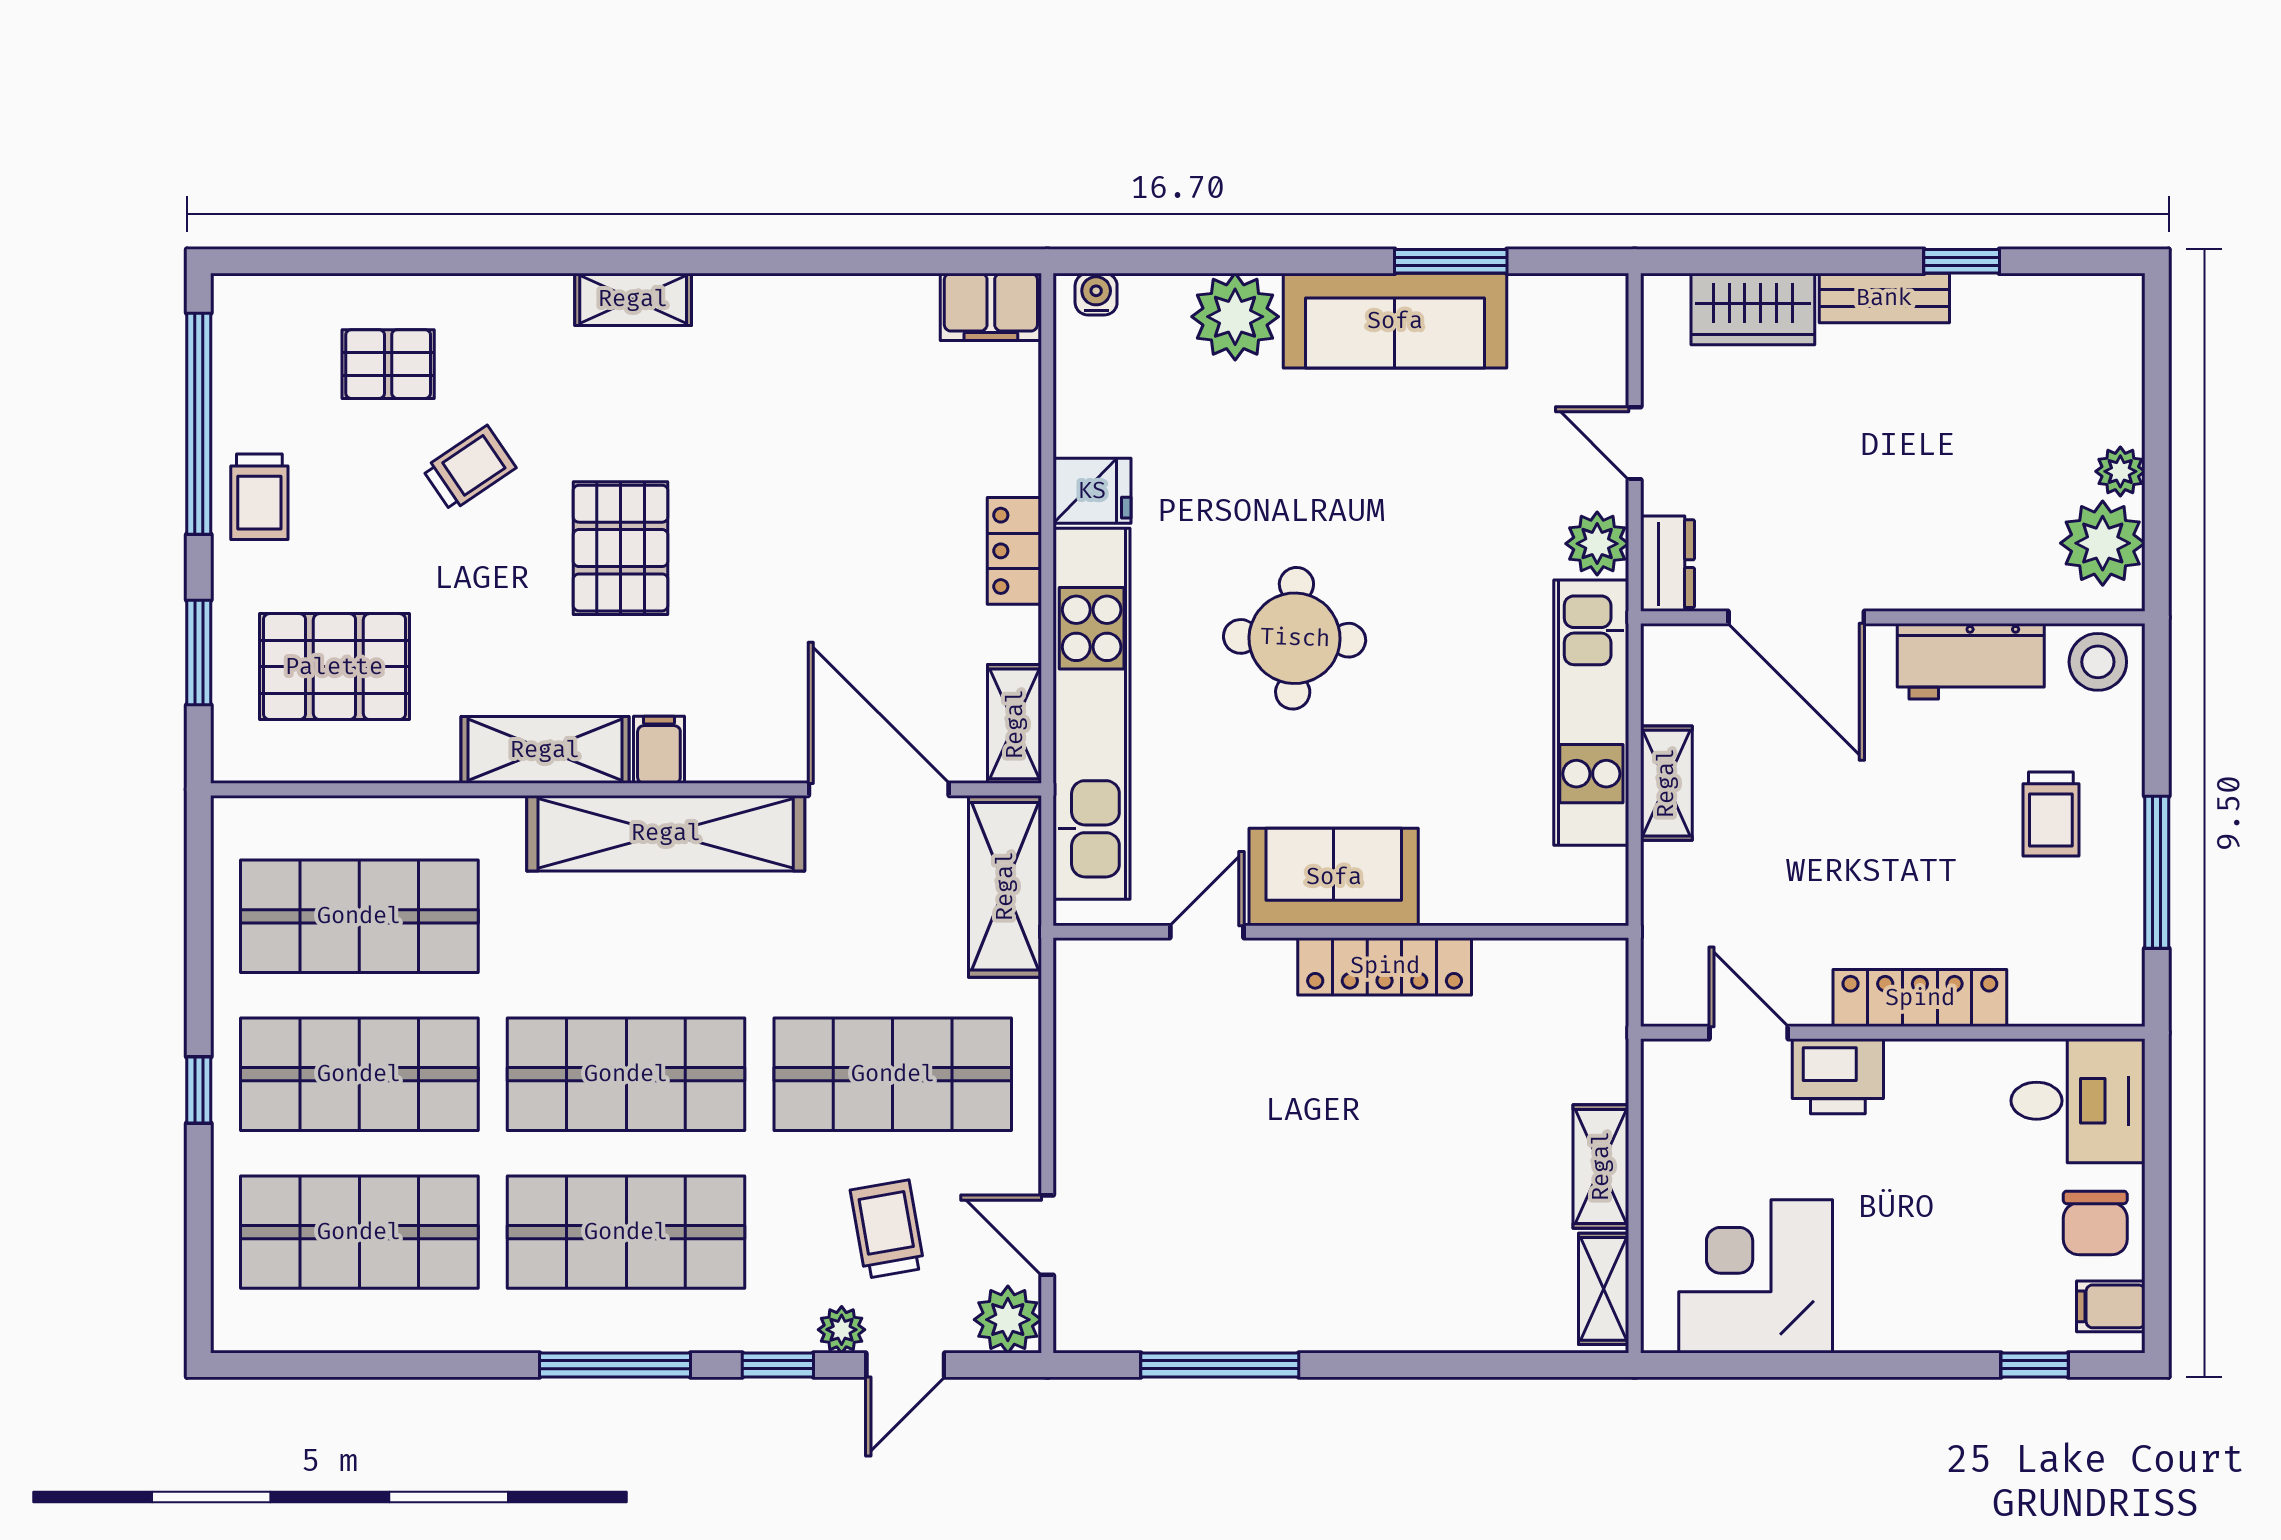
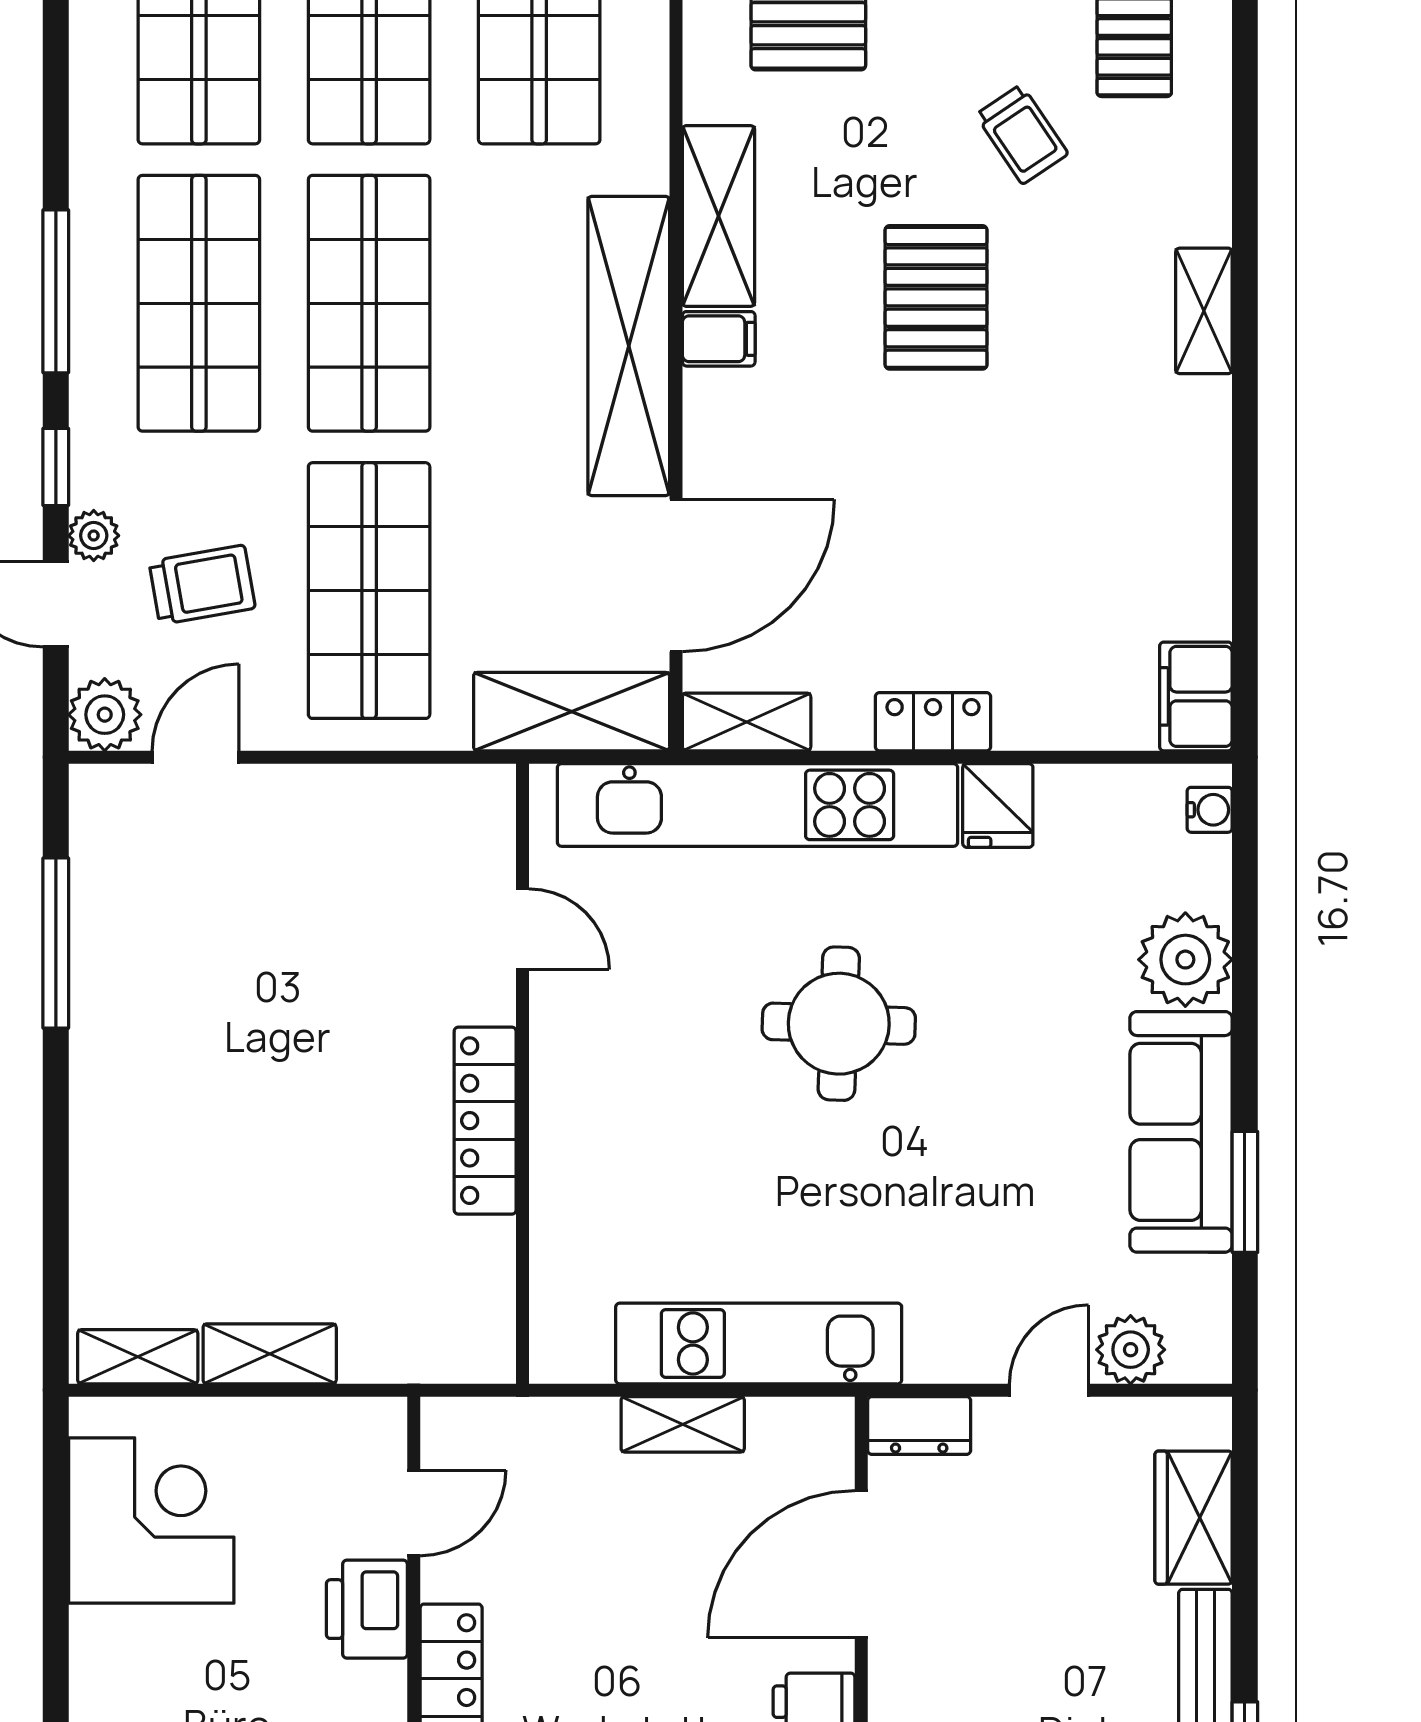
plant: (1597, 544) -> (1131, 1350), moved
pallet: (621, 548) -> (936, 297), turned 90
sofa: (1334, 877) -> (582, 1066), removed

